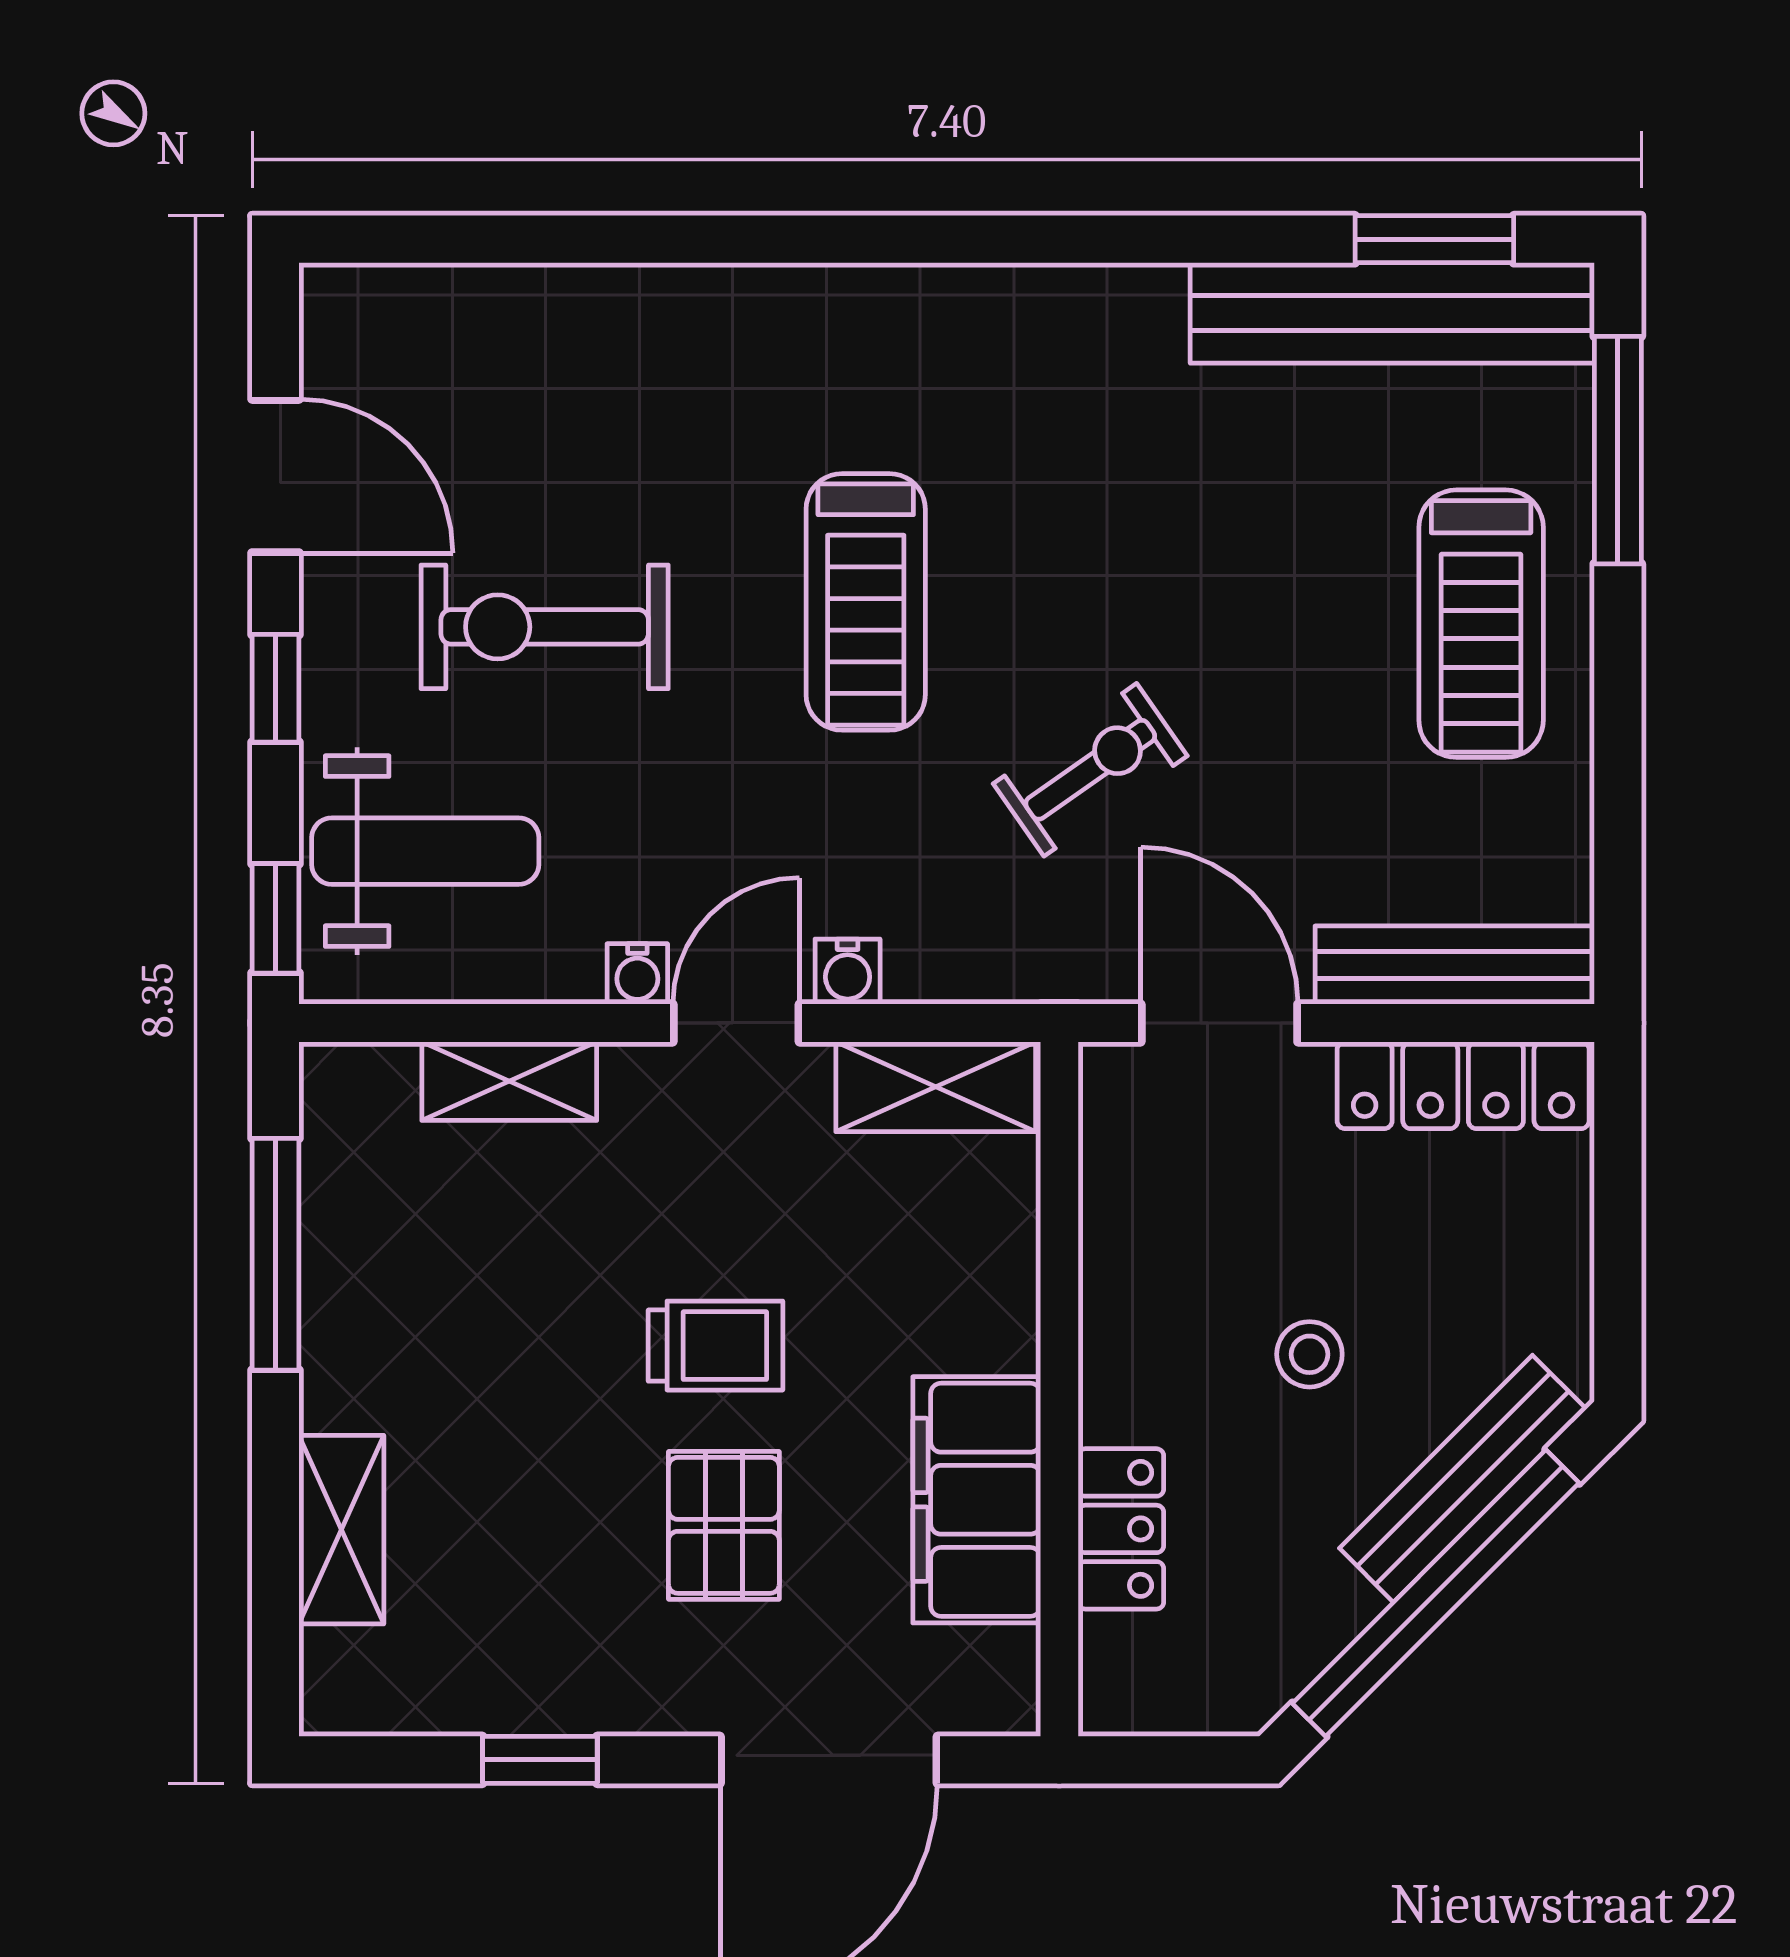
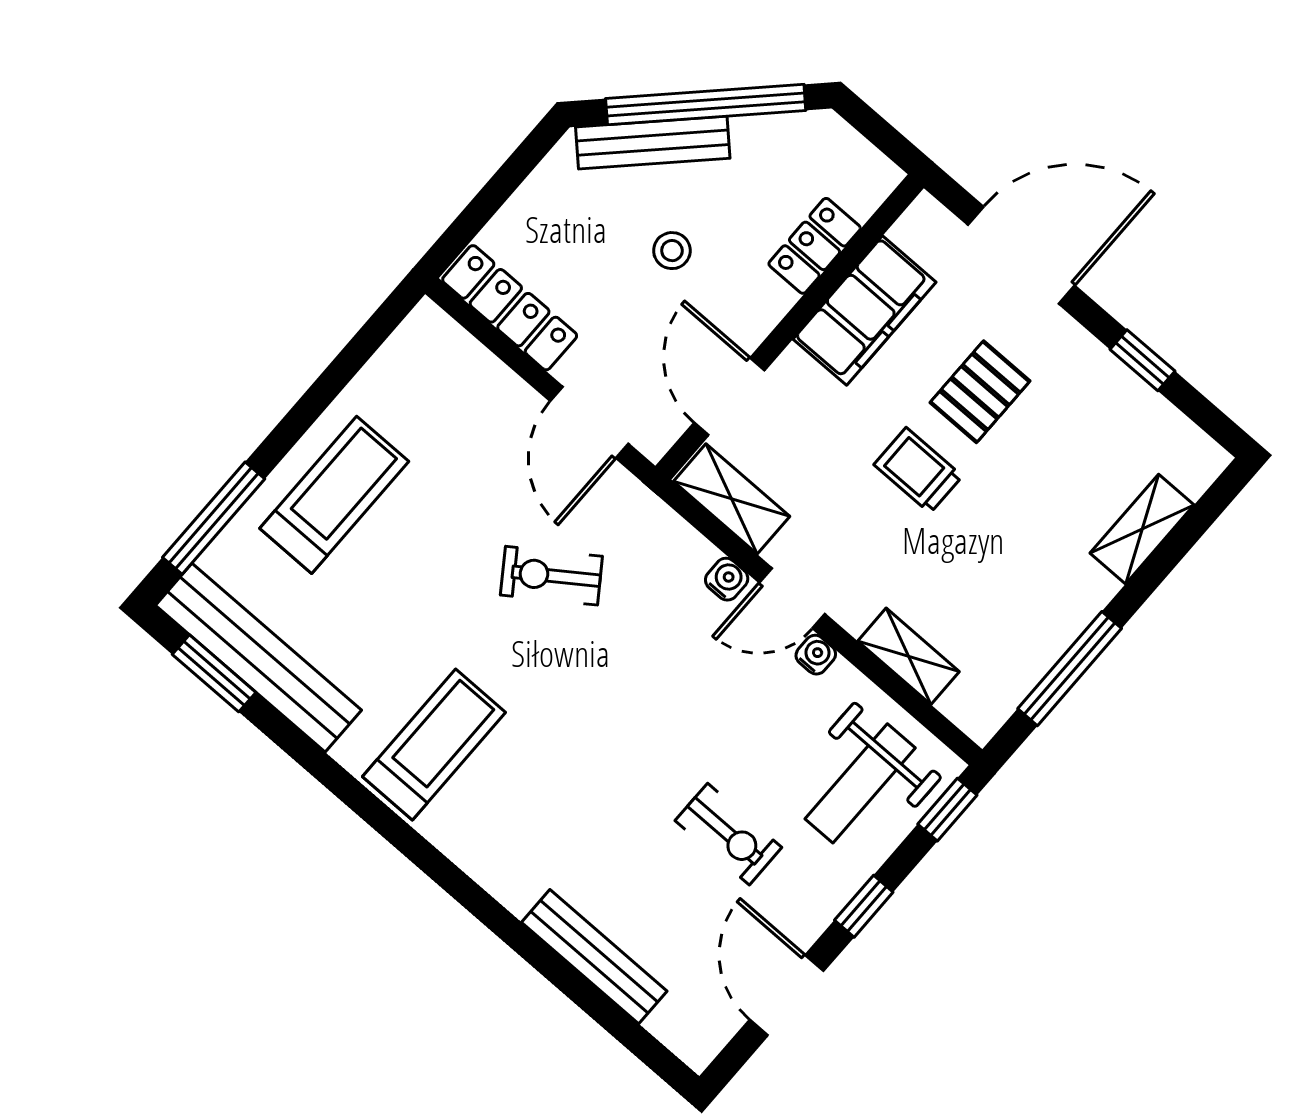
treadmill: (866, 602) -> (434, 744), moved
exercise bike: (545, 627) -> (728, 834), width x0.73, depth x0.72
weight bench: (425, 851) -> (860, 783), turned -90
bench: (1455, 965) -> (594, 957), moved
door: (1059, 1224) -> (729, 396), added

